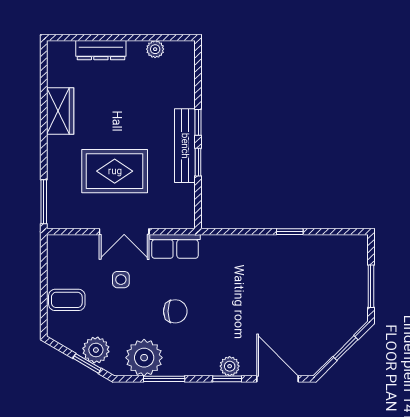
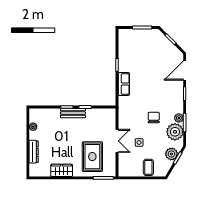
bench: (185, 146) -> (73, 113), width x0.73
rug: (115, 171) -> (92, 157), moved
row of seats: (175, 246) -> (124, 84), moved
plant: (230, 366) -> (179, 118), moved

